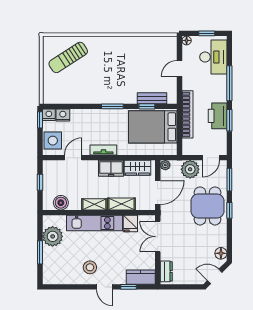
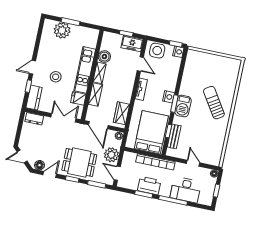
sun lounger: (68, 57) -> (214, 103), moved
desk: (213, 57) -> (186, 190), moved
barbecue: (113, 95) -> (183, 106), added
nightstand: (63, 115) -> (169, 97), moved
freezer: (111, 168) -> (132, 43), moved, turned -90
boiler: (61, 203) -> (104, 57), moved
plant: (53, 236) -> (62, 30), moved
door: (229, 239) -> (50, 174), added
stool: (90, 267) -> (56, 77), moved
door: (215, 276) -> (22, 156), swing flipped

